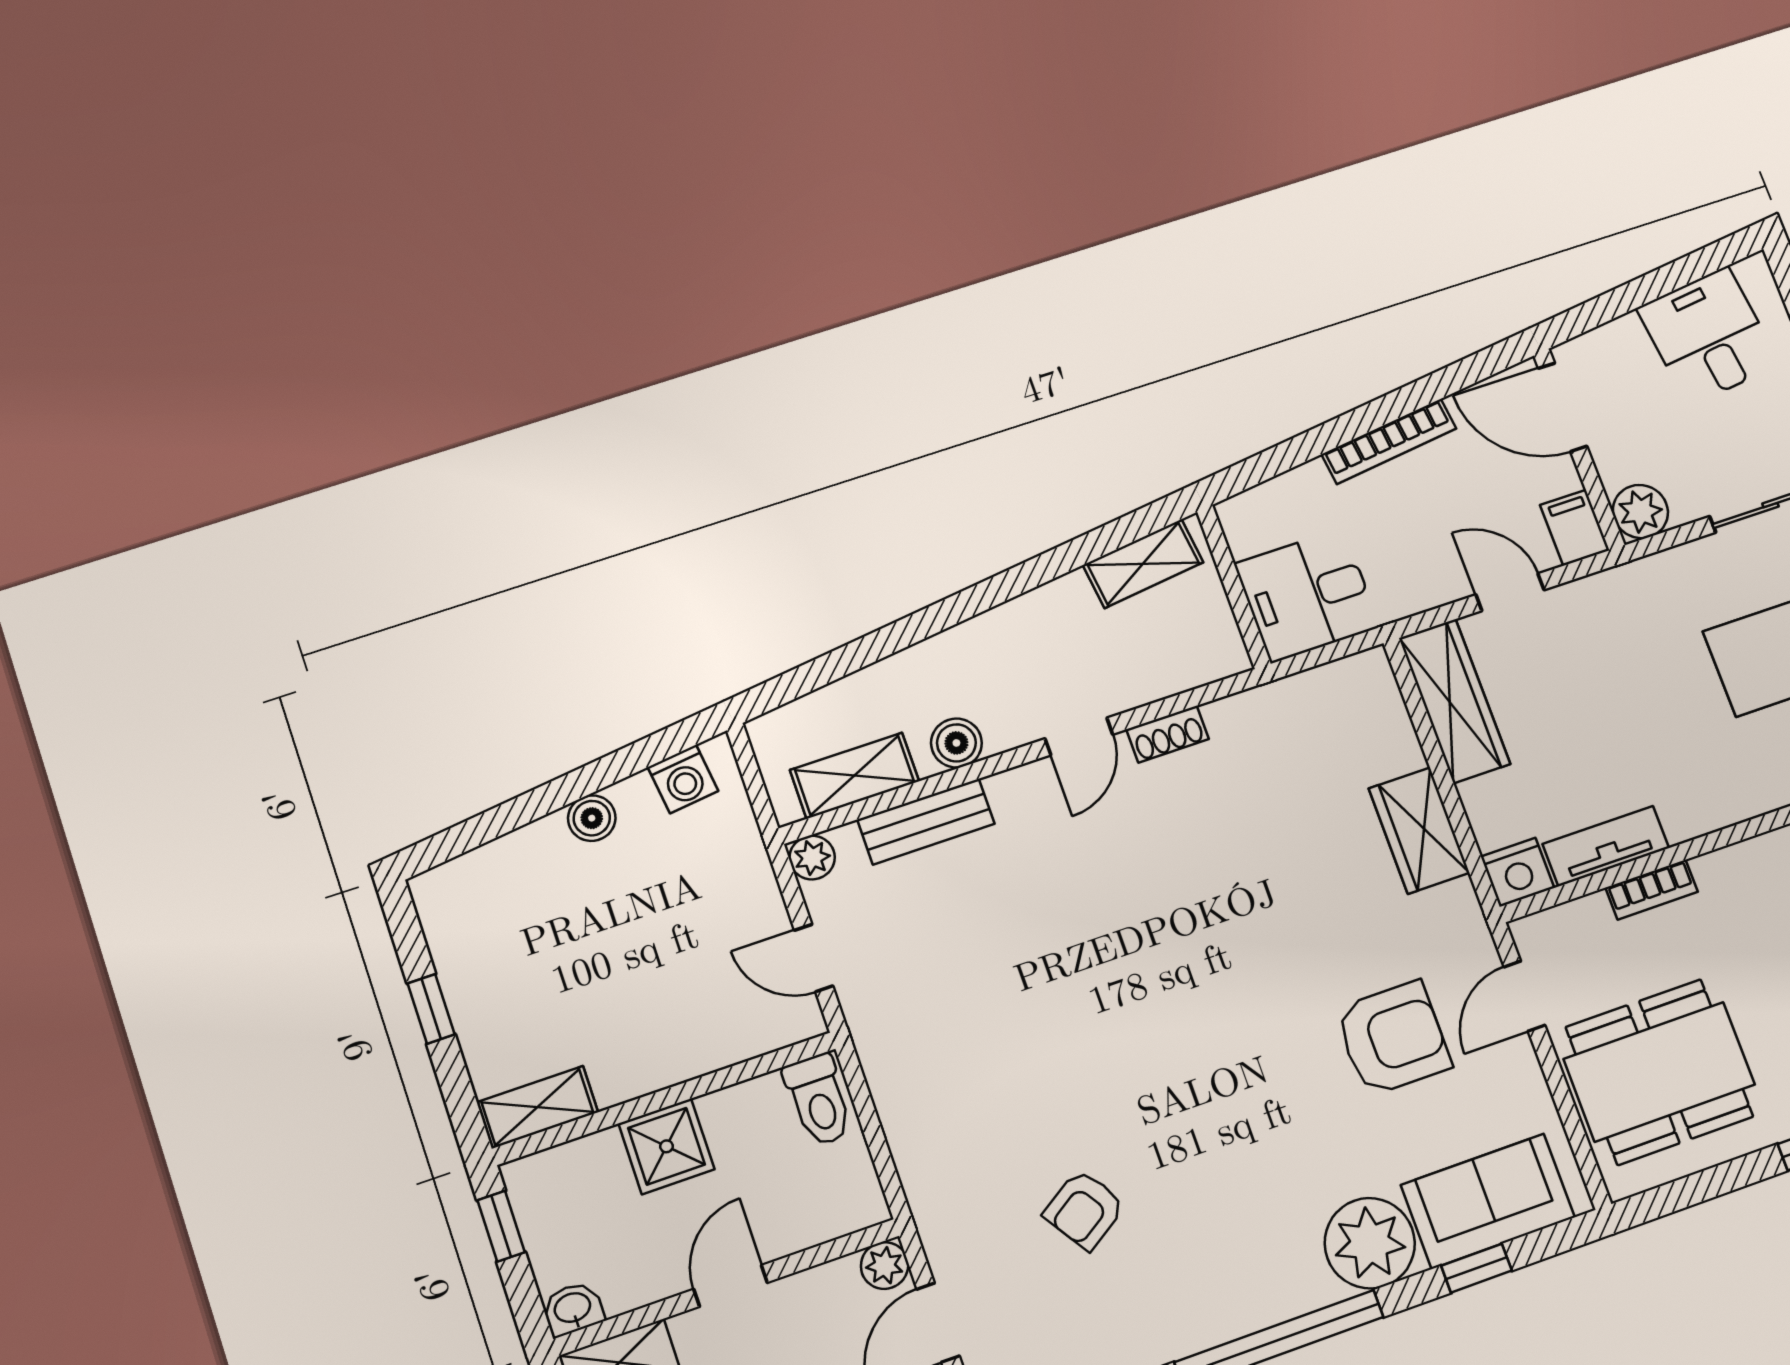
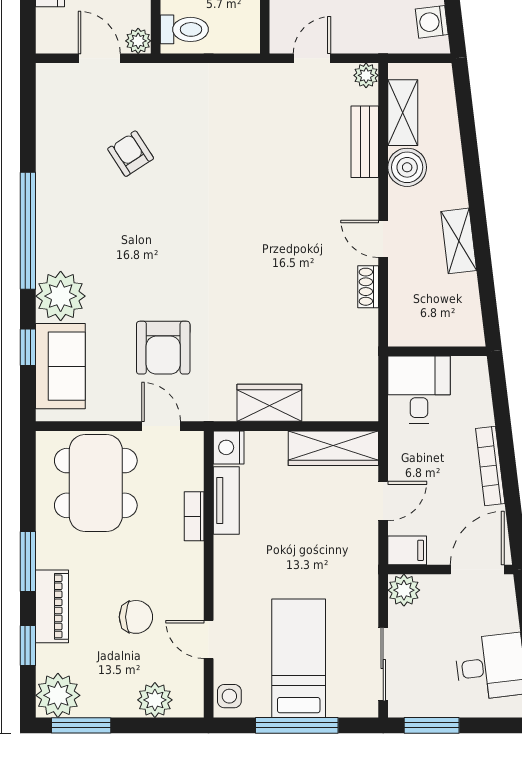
shelving: (1143, 564) -> (459, 241), moved
boiler: (956, 743) -> (407, 167), width x1.36, depth x1.36
toilet: (819, 1100) -> (184, 29), moved, turned 180

